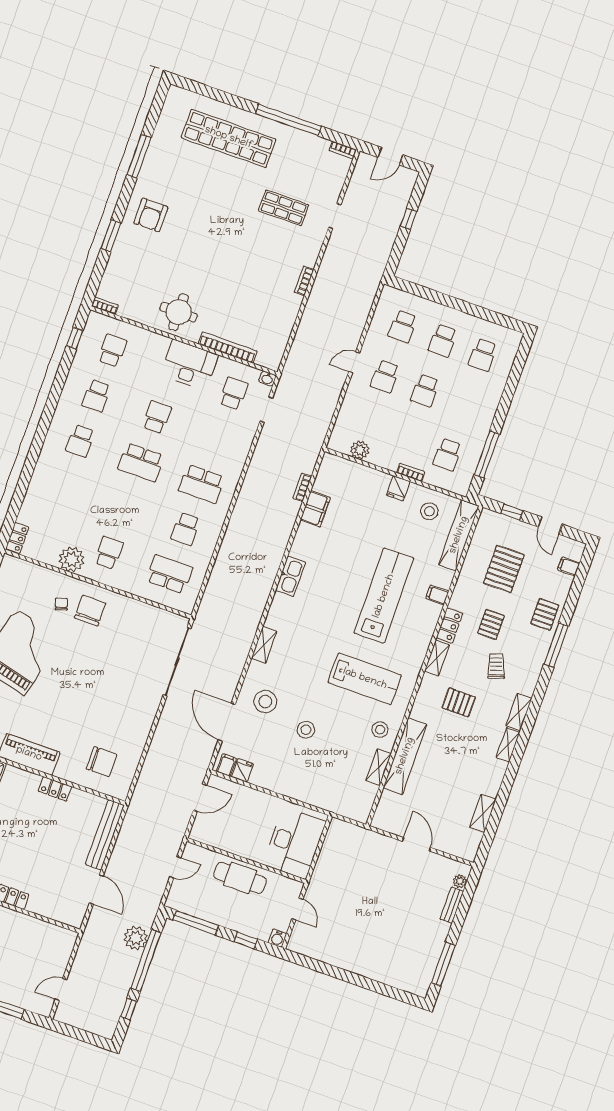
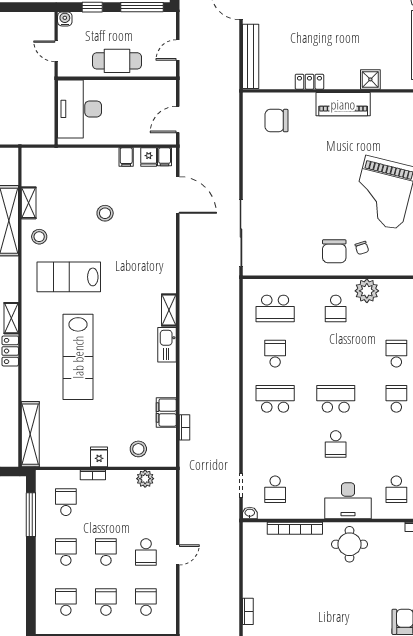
desk: (189, 365) -> (348, 501), moved
school desk: (385, 376) -> (146, 552), turned 180
school desk: (96, 396) -> (396, 354), moved
school desk: (465, 405) -> (66, 552), added
stool: (429, 511) -> (138, 449), moved
filing cabinet: (437, 595) -> (126, 157), moved, turned 90
shelving: (264, 645) -> (169, 310), moved
stool: (265, 701) -> (150, 226), removed

